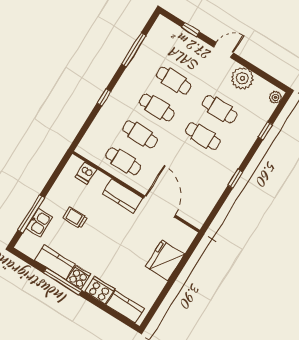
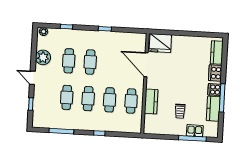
dishwasher: (86, 173) -> (150, 119), removed
kitchen counter: (123, 196) -> (151, 101), moved
door: (160, 206) -> (146, 65), hinge flipped
fridge: (165, 260) -> (160, 43), moved

